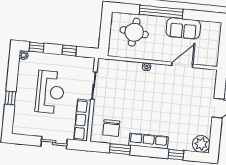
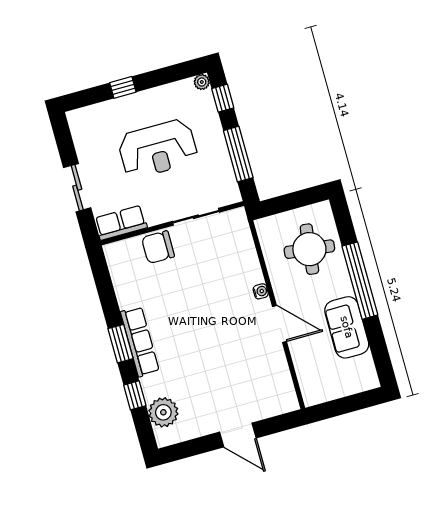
window: (69, 50) -> (238, 154), width x2.17
door: (182, 65) -> (279, 324), moved
row of seats: (82, 120) -> (121, 223), width x0.68
chair: (111, 128) -> (158, 247), moved
plant: (201, 144) -> (163, 412), moved
window: (120, 149) -> (120, 344), moved

